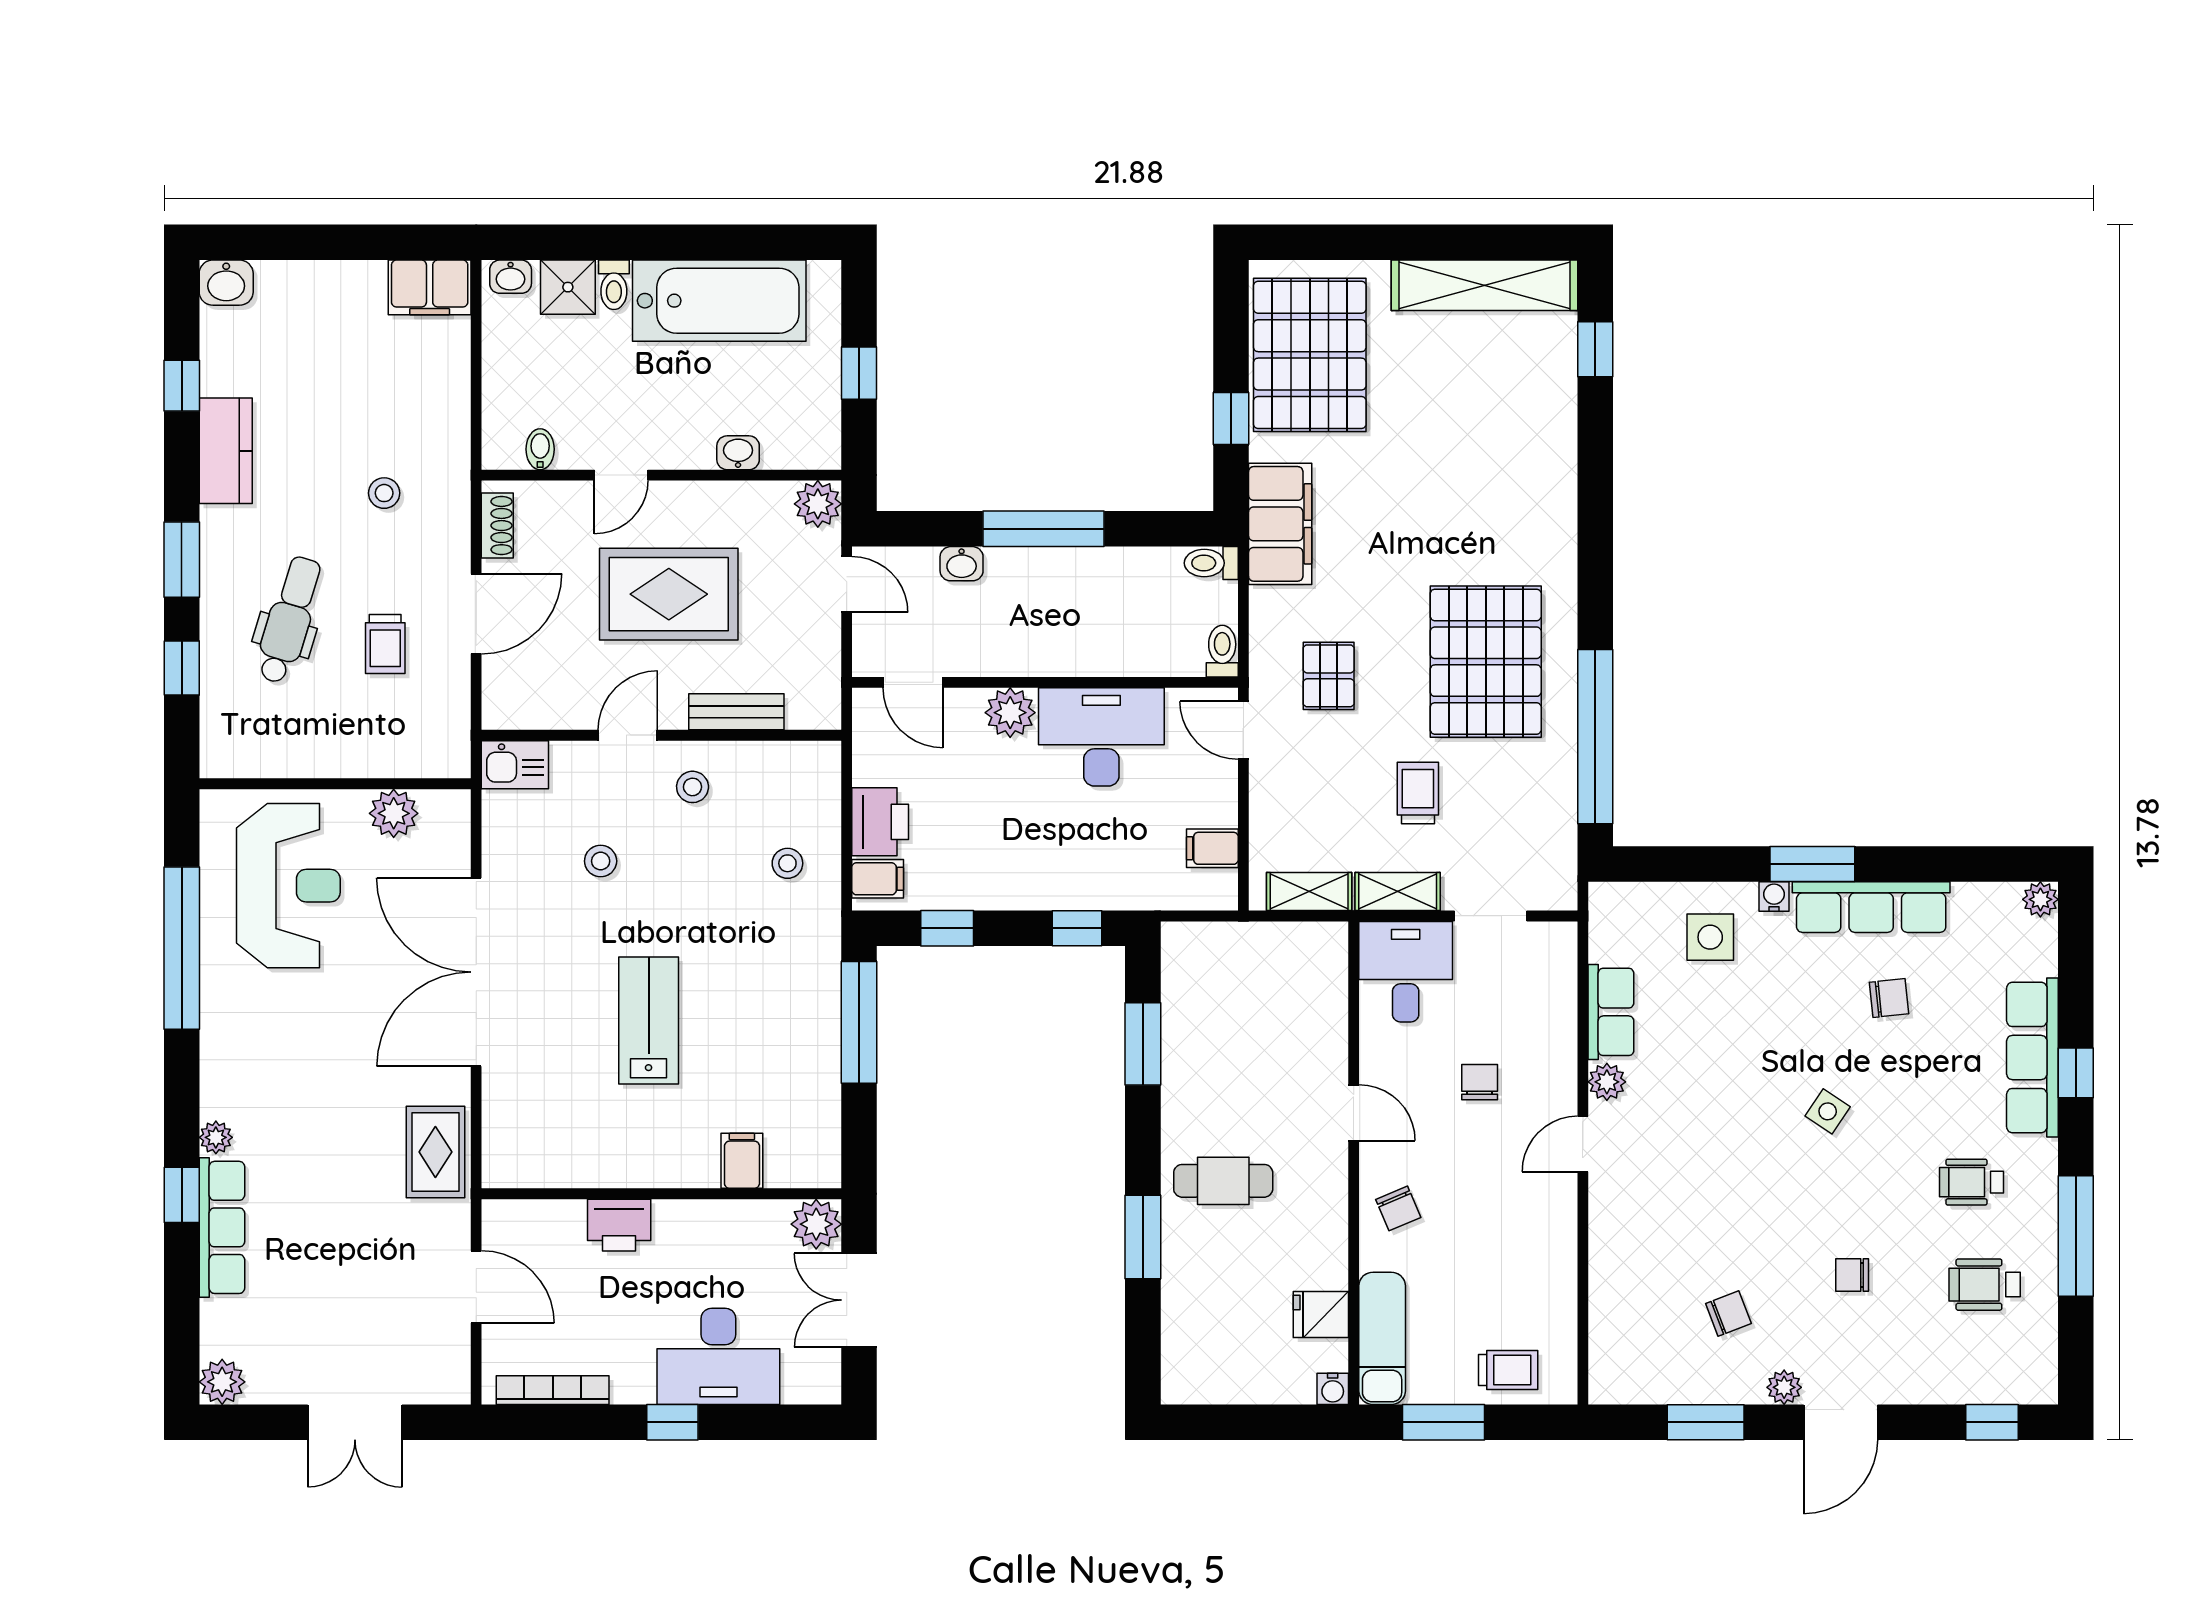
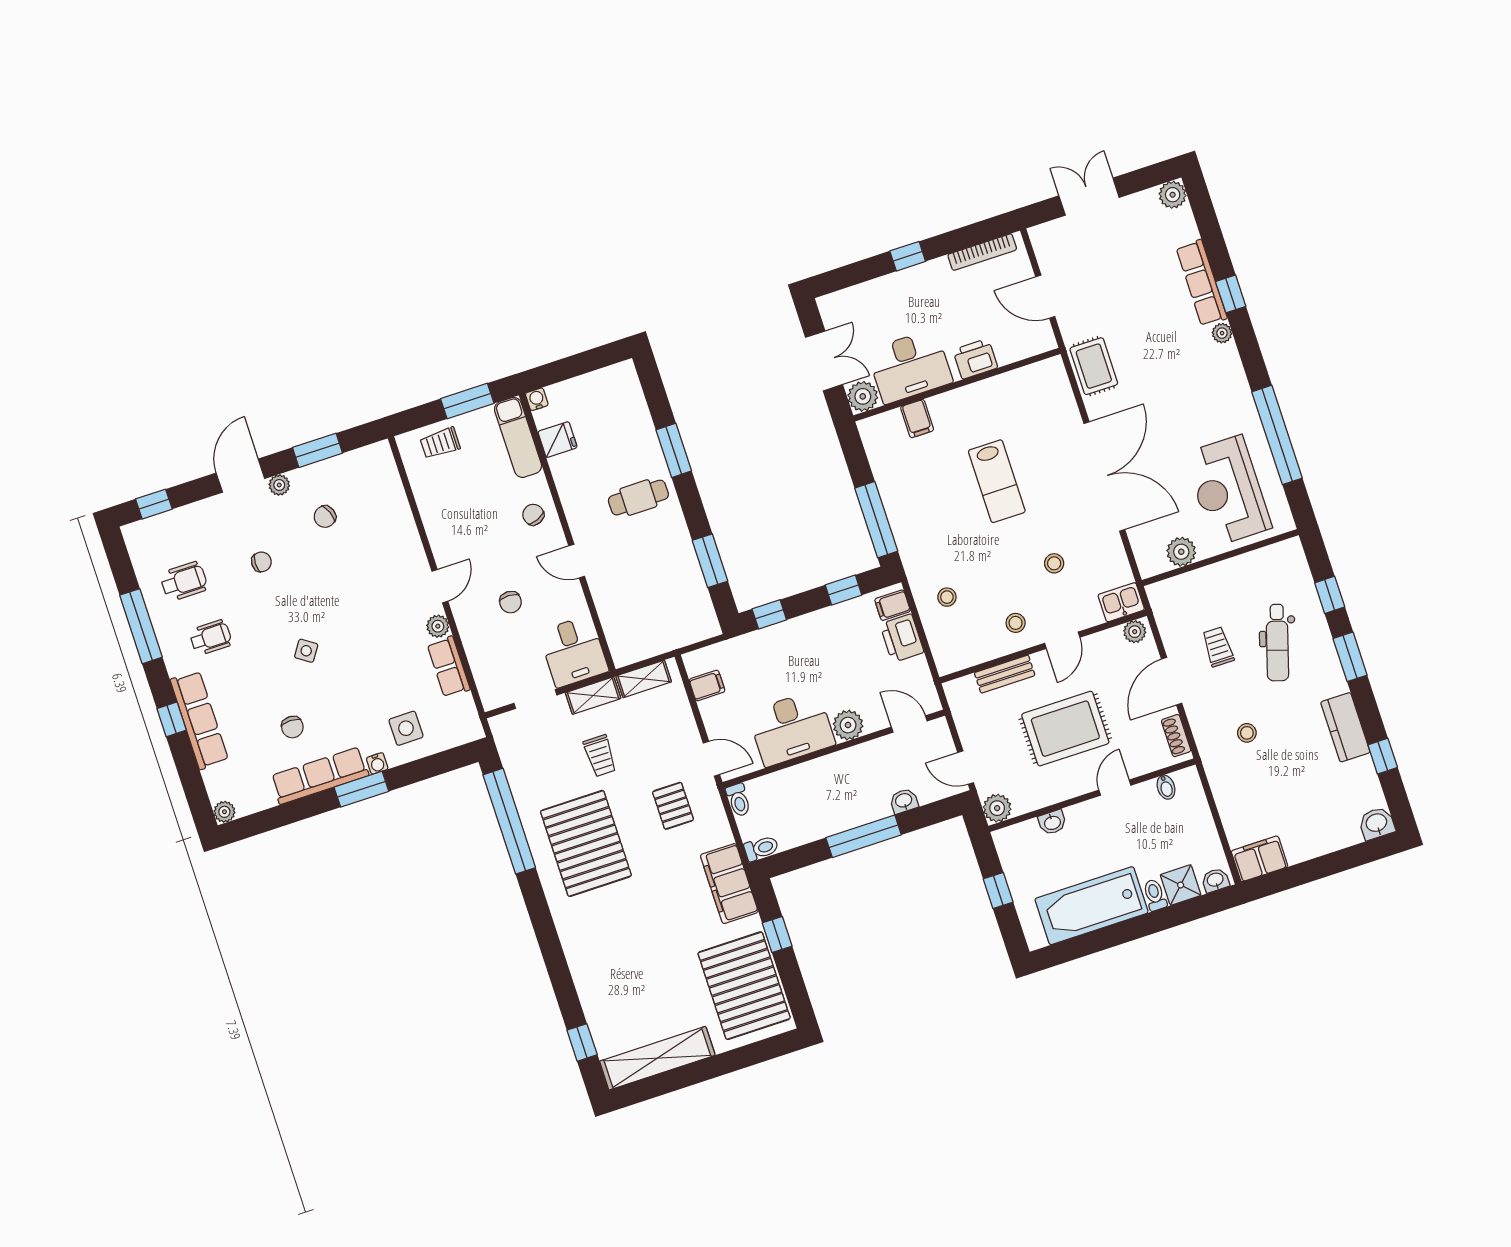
plant: (509, 711) -> (1135, 632), added
chair: (1889, 998) -> (292, 727), turned -84
desk: (718, 1356) -> (910, 366), moved, turned 180

